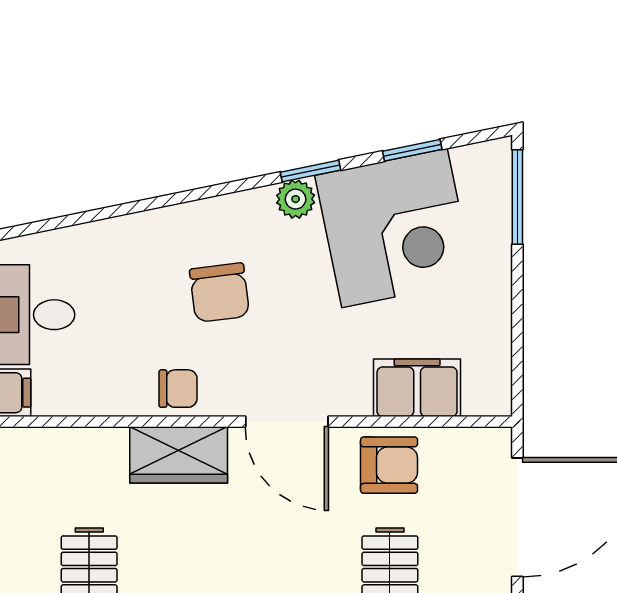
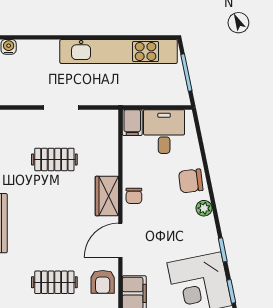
plant: (296, 199) -> (204, 208), moved
chair: (220, 293) -> (191, 181), moved

